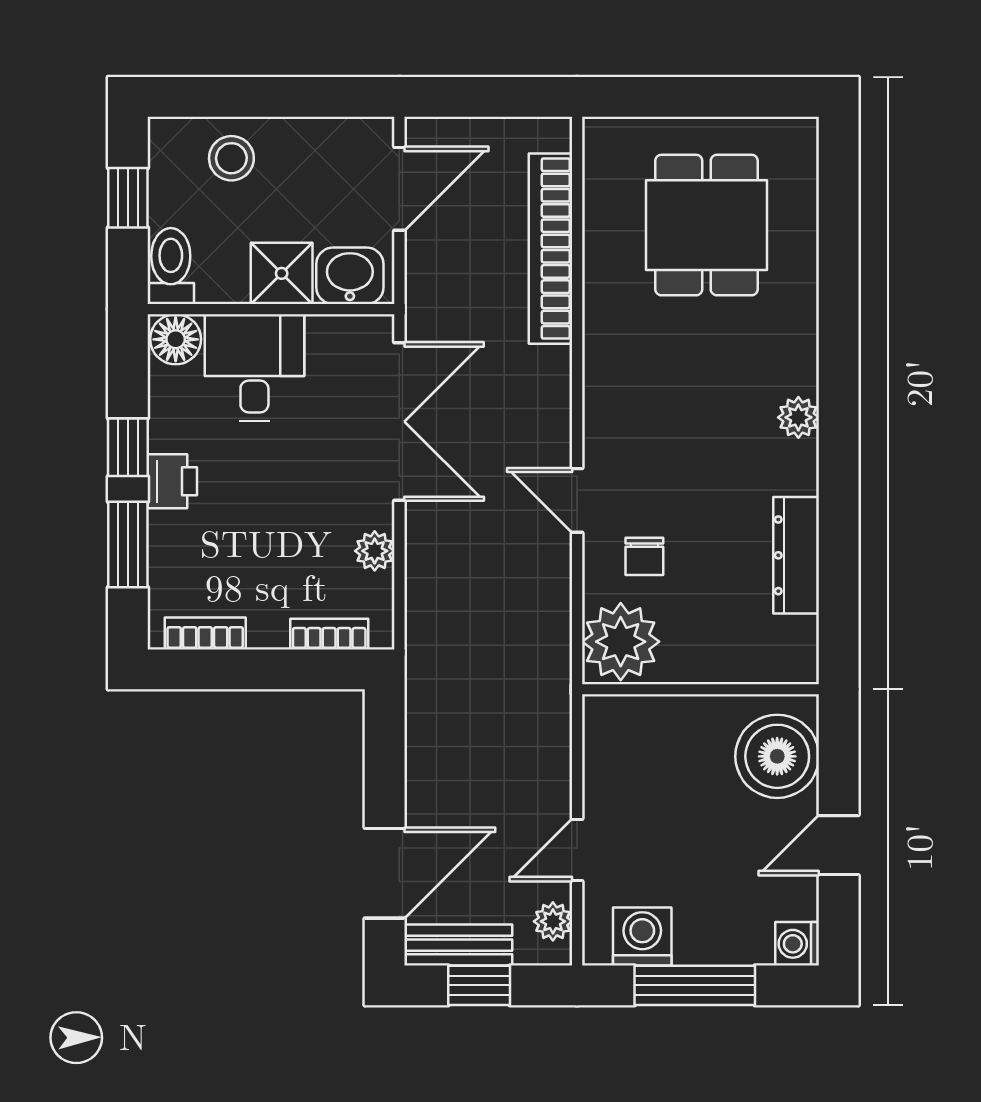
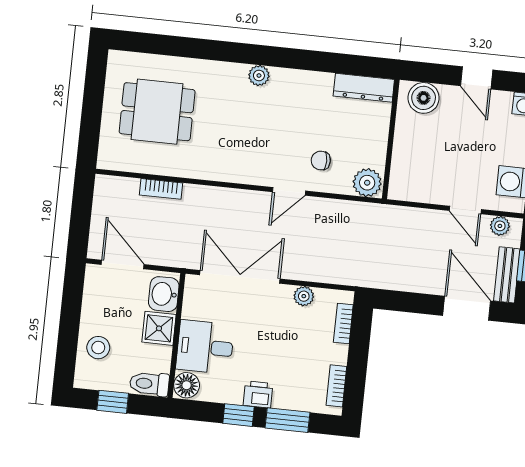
bookcase: (551, 249) -> (161, 189), width x0.43, depth x0.76
dresser: (796, 555) -> (364, 88), moved
chair: (644, 556) -> (321, 160), turned 180
plant: (621, 642) -> (367, 183), width x0.73, depth x0.73
boiler: (777, 756) -> (424, 98), width x0.73, depth x0.73

